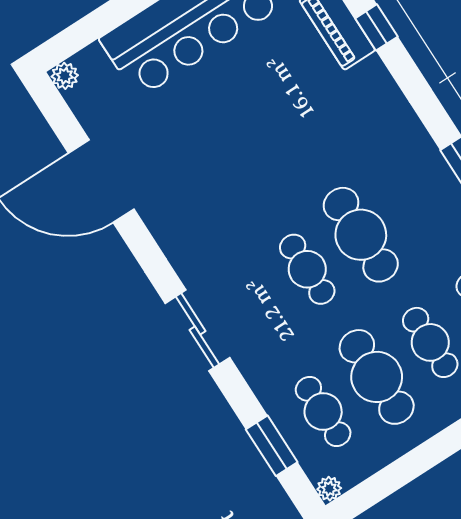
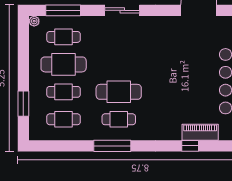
cafe table: (307, 269) -> (119, 119), moved
window: (272, 446) -> (63, 10), width x1.44

